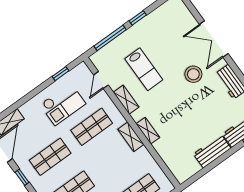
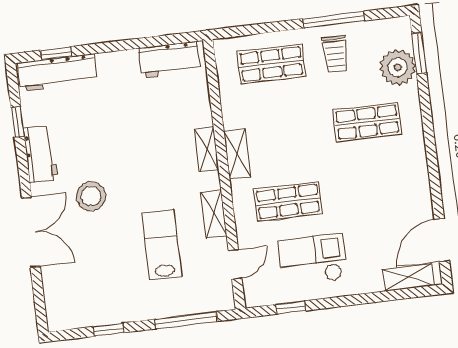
window: (138, 18) -> (109, 330), moved
workbench: (212, 151) -> (169, 60), moved
shop shelf: (50, 157) -> (375, 191), removed
window: (22, 177) -> (435, 183), removed

